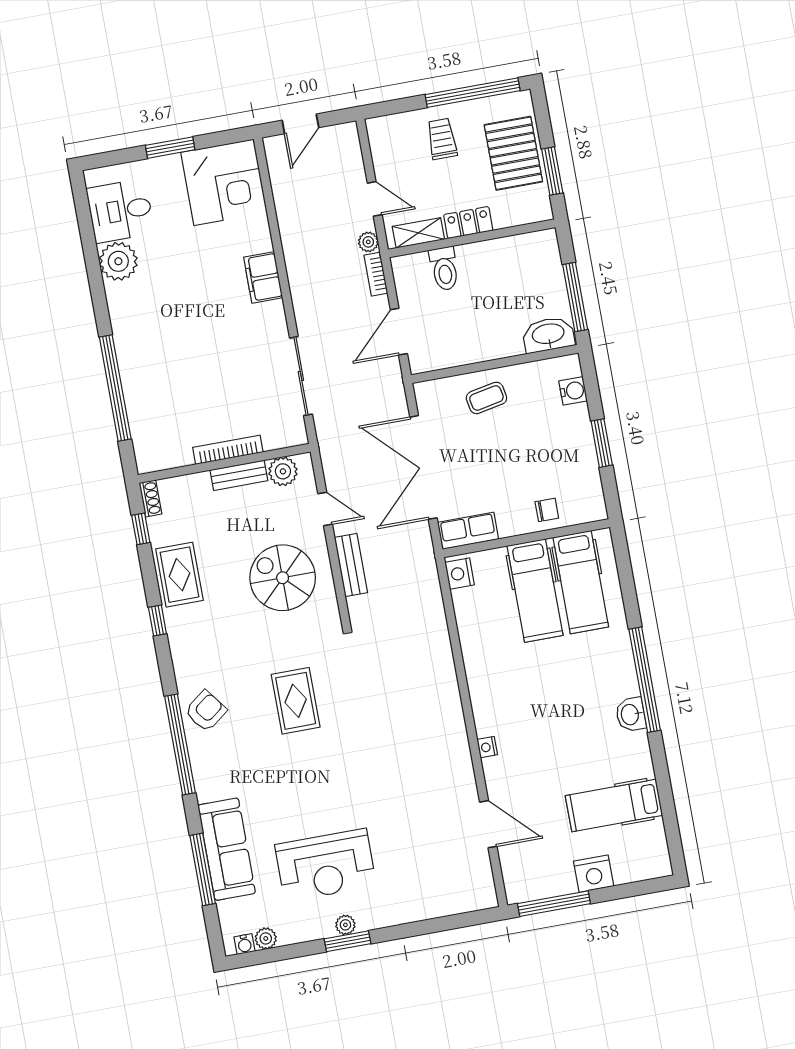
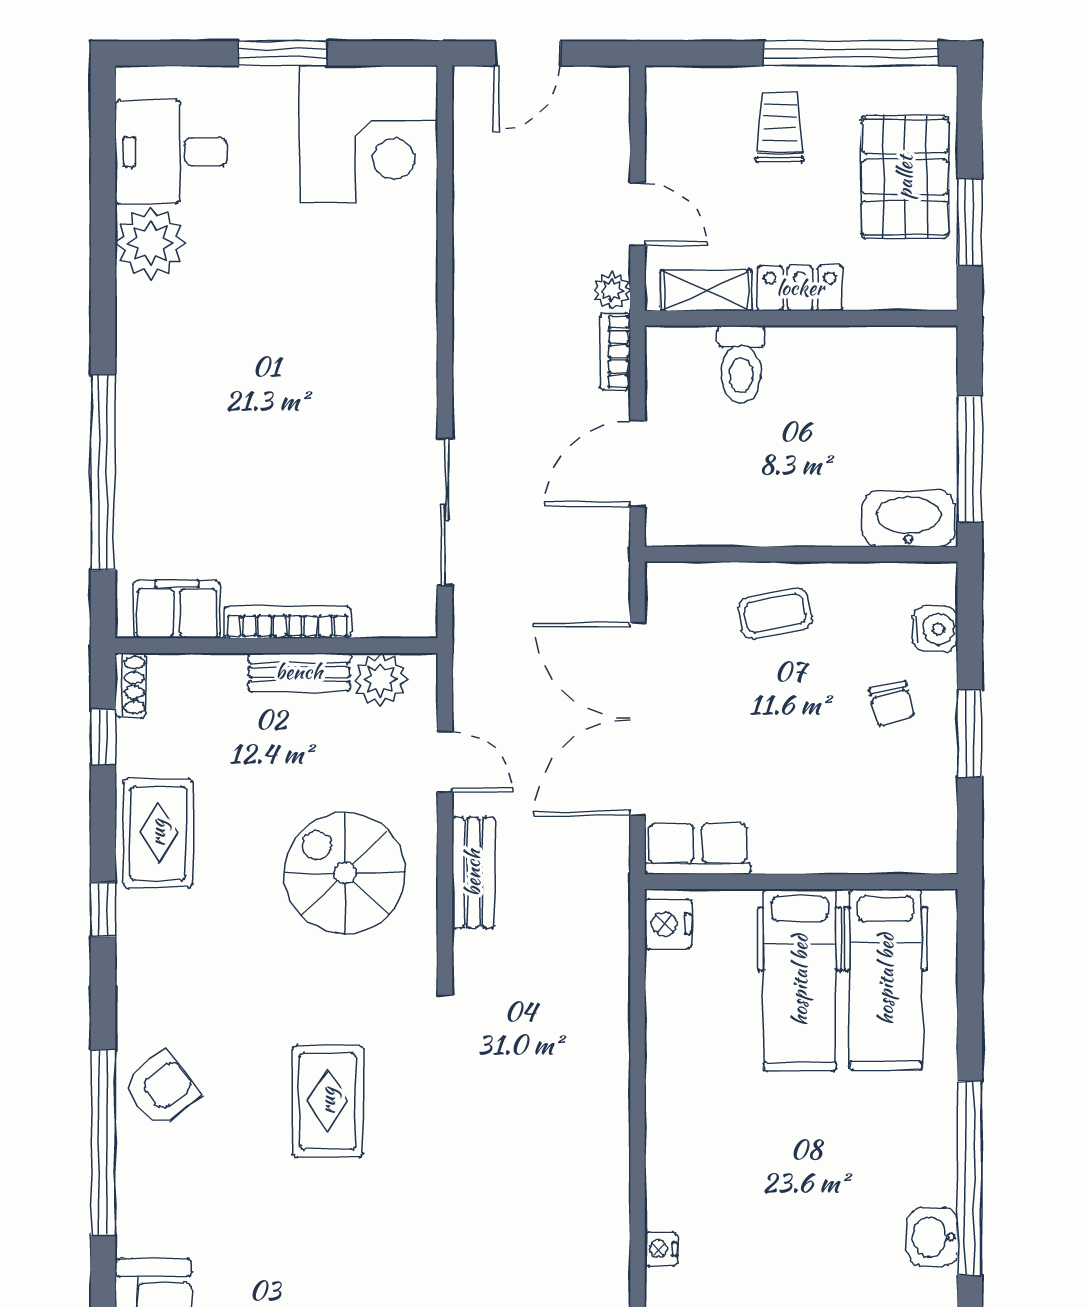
filing cabinet: (263, 277) -> (177, 609), moved, turned 90
chair: (547, 510) -> (892, 703), moved, turned 75

